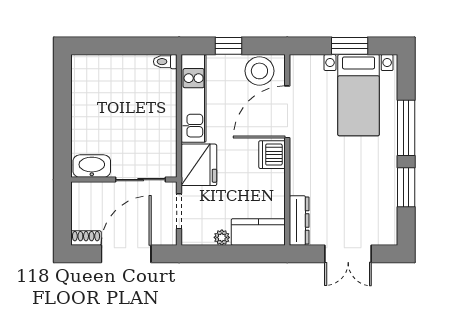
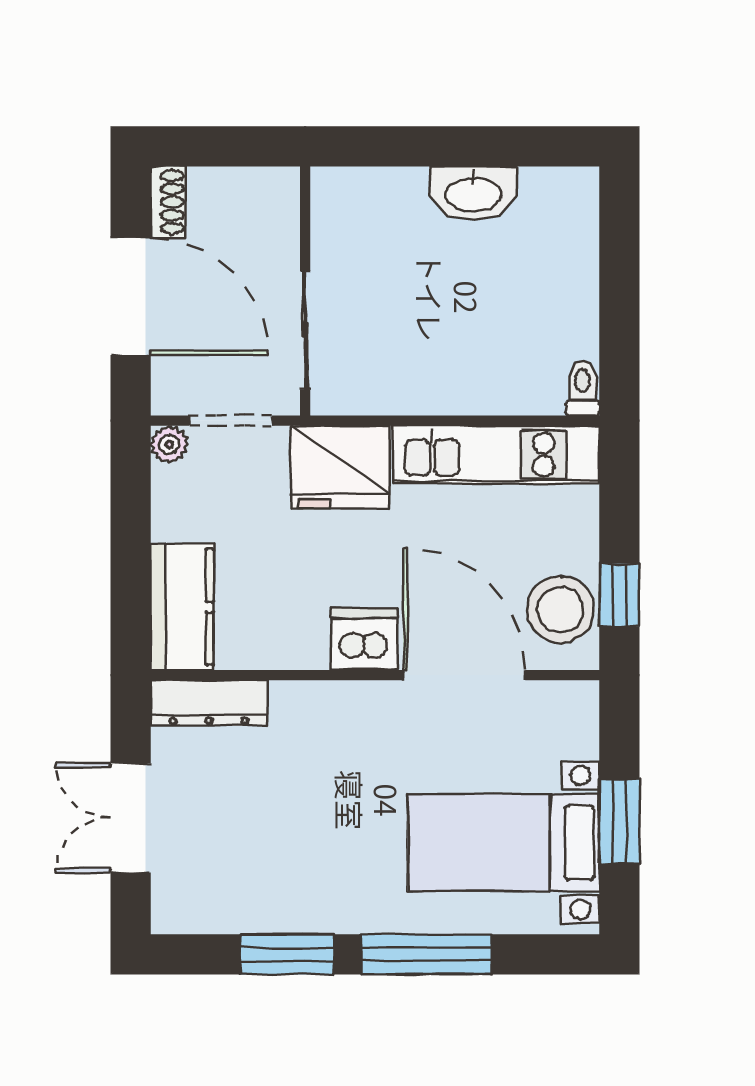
window: (228, 46) -> (619, 595), moved
washbasin: (92, 166) -> (473, 193), moved, turned 90
plant: (222, 237) -> (169, 444), moved

